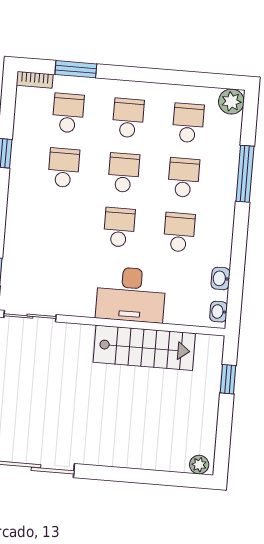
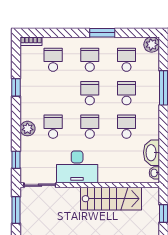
window: (76, 69) -> (102, 33), moved
school desk: (64, 168) -> (53, 127), moved
plant: (17, 222) -> (27, 129), added
washbasin: (221, 278) -> (152, 153), width x1.91, depth x1.45
desk: (131, 294) -> (77, 167), moved

